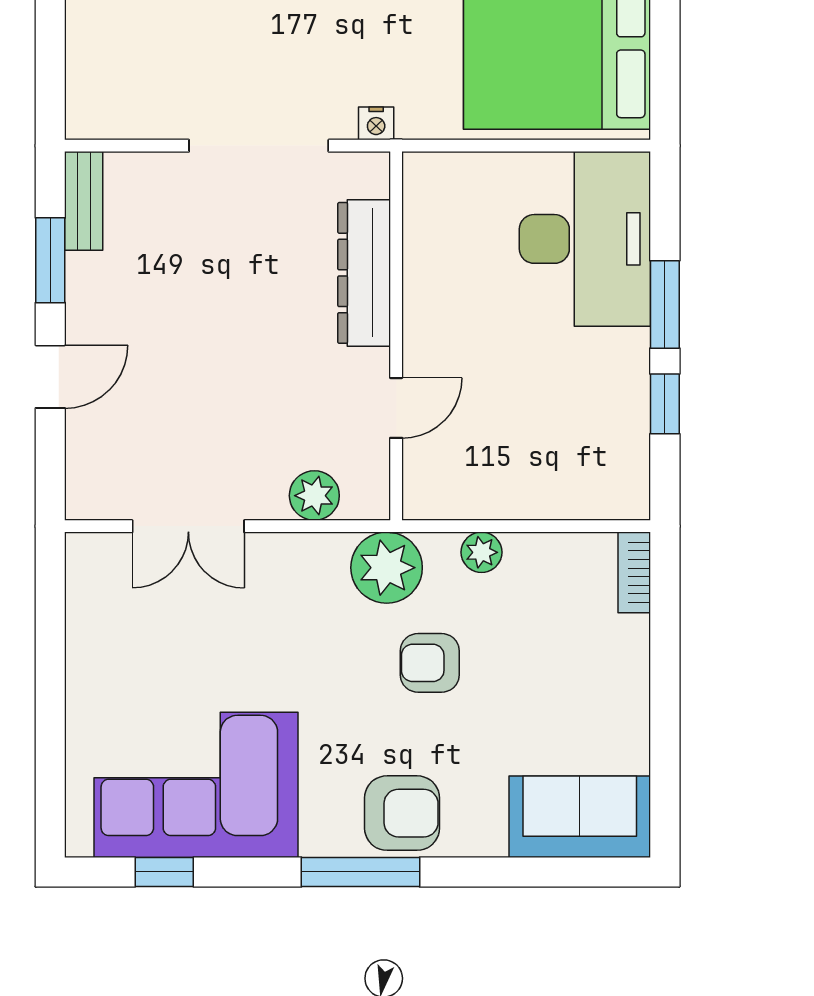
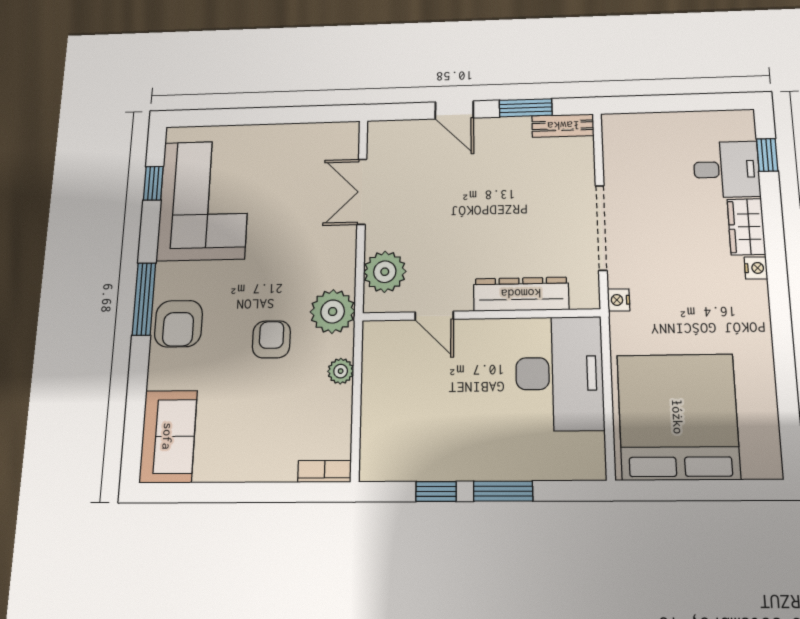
desk: (585, 239) -> (559, 373), moved, turned -90
plant: (314, 496) -> (385, 272), width x1.36, depth x1.36

